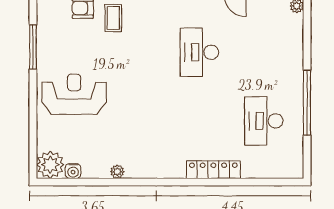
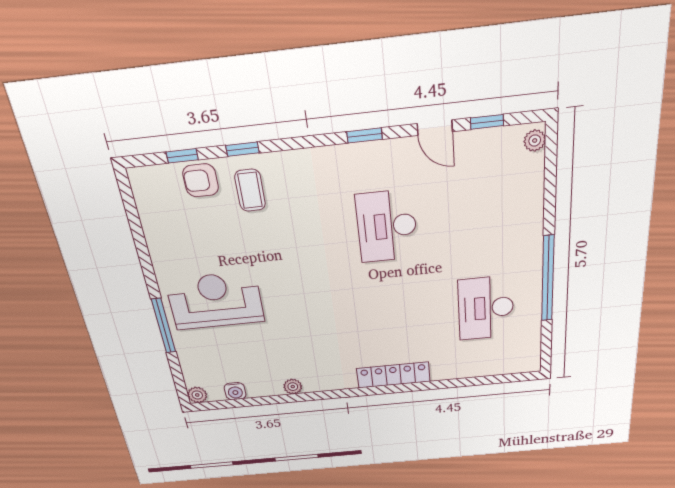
window: (33, 47) -> (164, 326), moved
plant: (50, 165) -> (197, 395), width x0.53, depth x0.53
locker: (213, 170) -> (393, 375), moved

